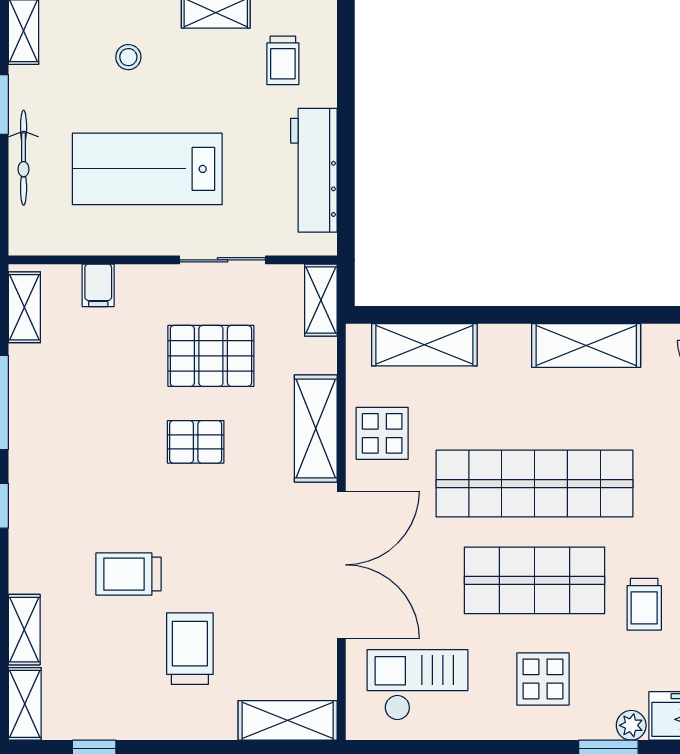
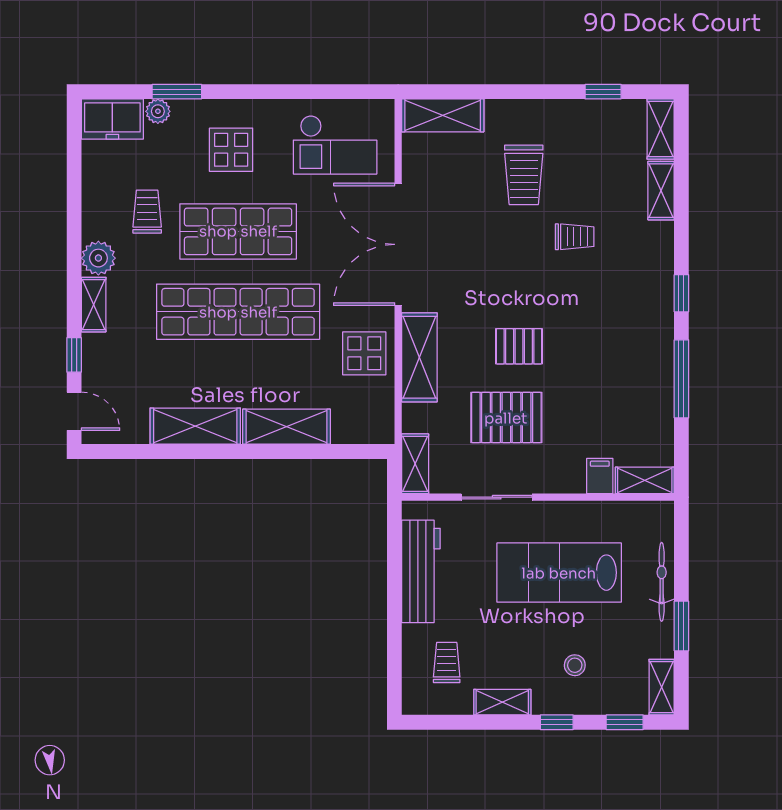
lab bench: (147, 169) -> (559, 573), turned 180
shelving: (24, 307) -> (645, 480), moved, turned 90
shelving: (424, 345) -> (287, 427), moved
trolley: (129, 574) -> (575, 237), width x0.73, depth x0.72

